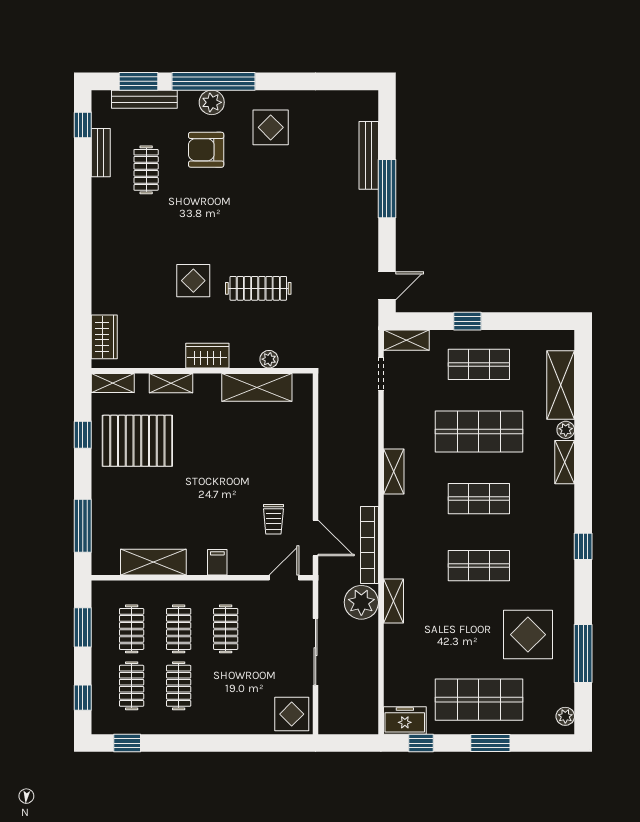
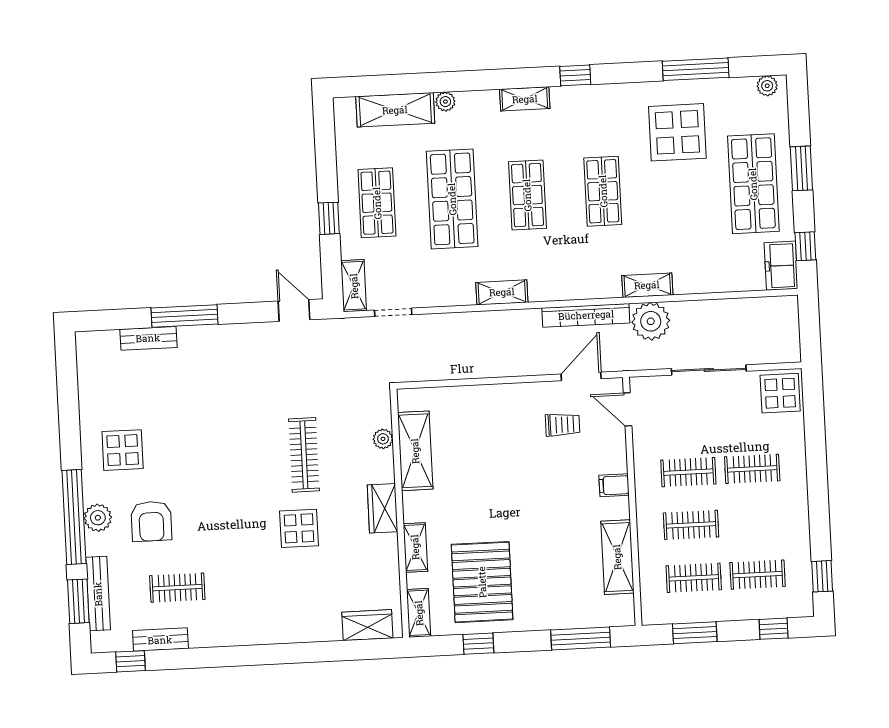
bench: (369, 155) -> (148, 338), width x0.73
shelving: (565, 462) -> (525, 99), moved
clothes rail: (179, 686) -> (752, 469), moved

